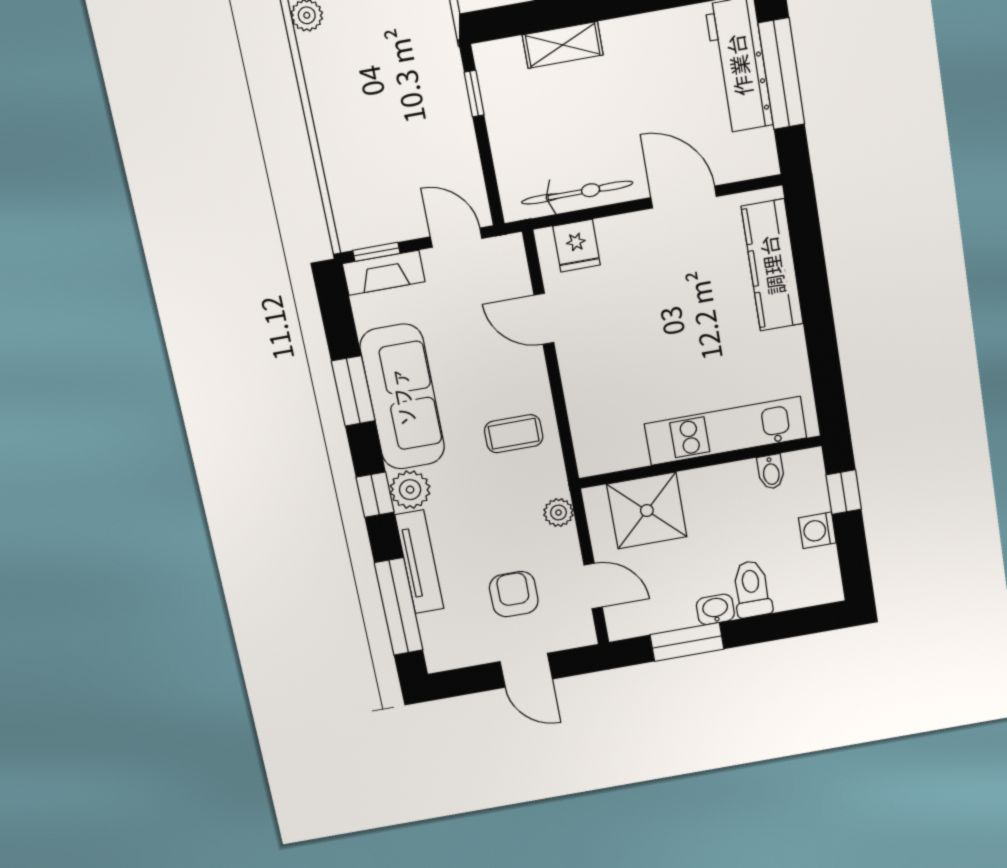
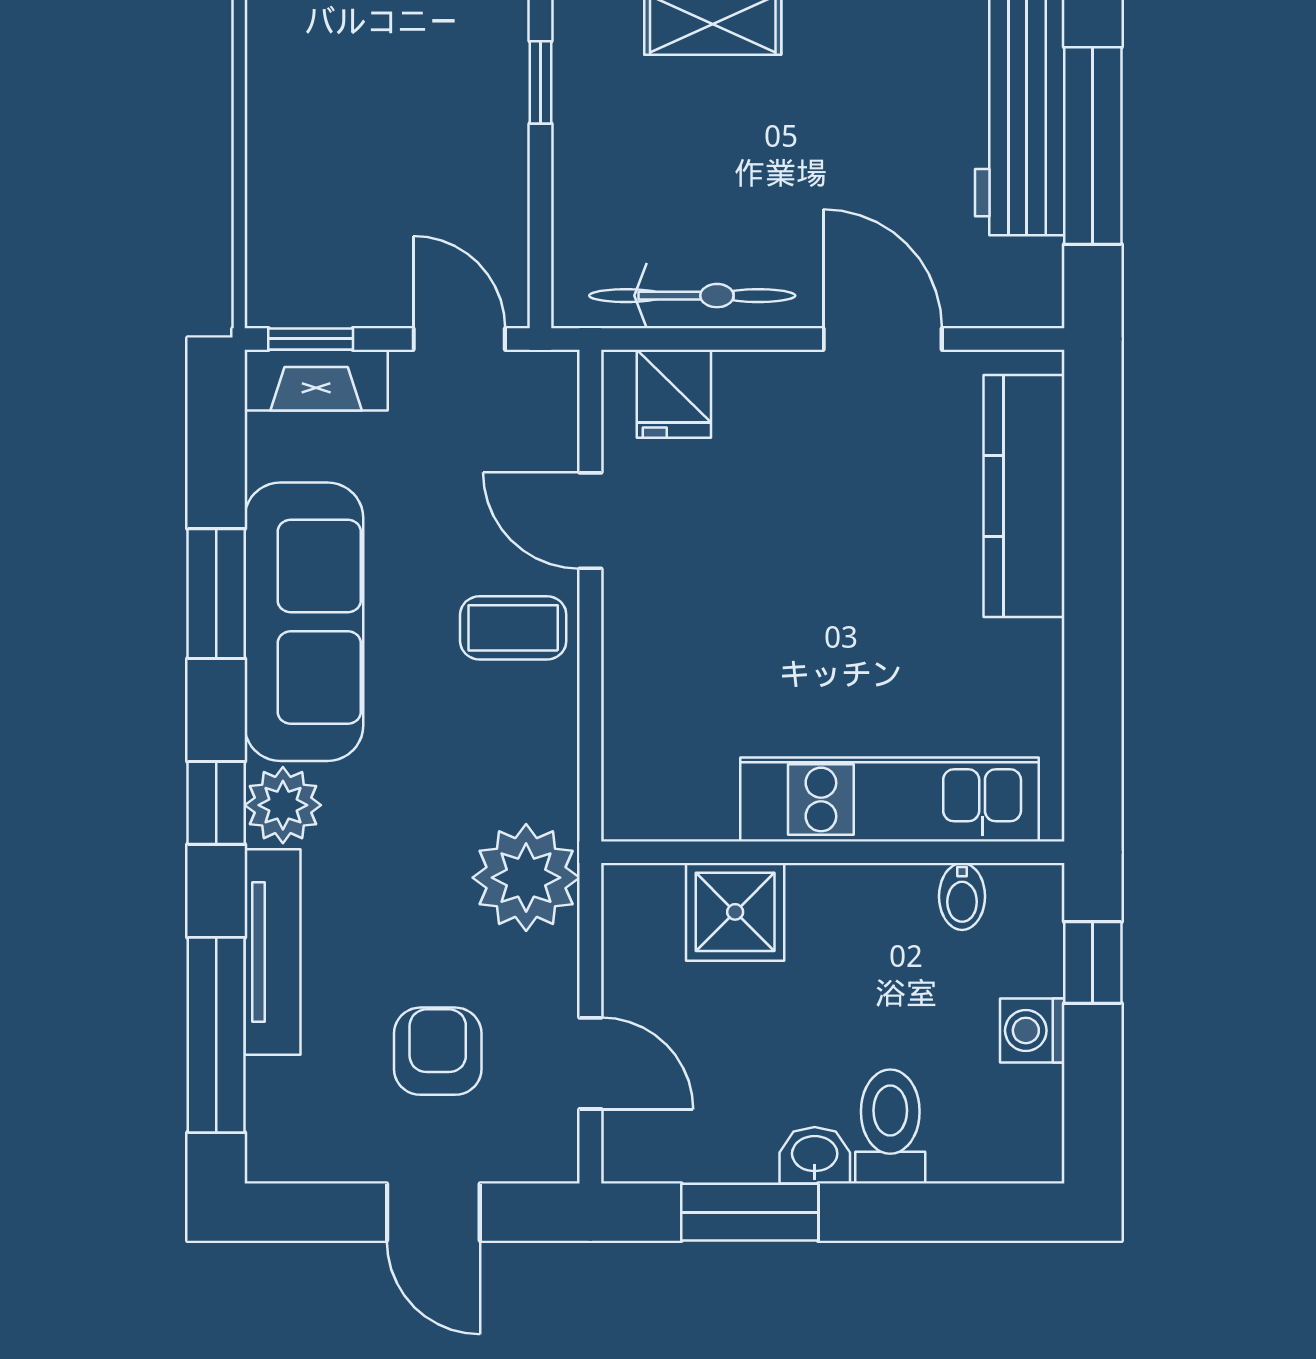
coffee table: (514, 434) -> (513, 628), moved
shower: (647, 510) -> (735, 912), width x0.73, depth x0.73
plant: (559, 513) -> (526, 878), width x1.87, depth x1.87

